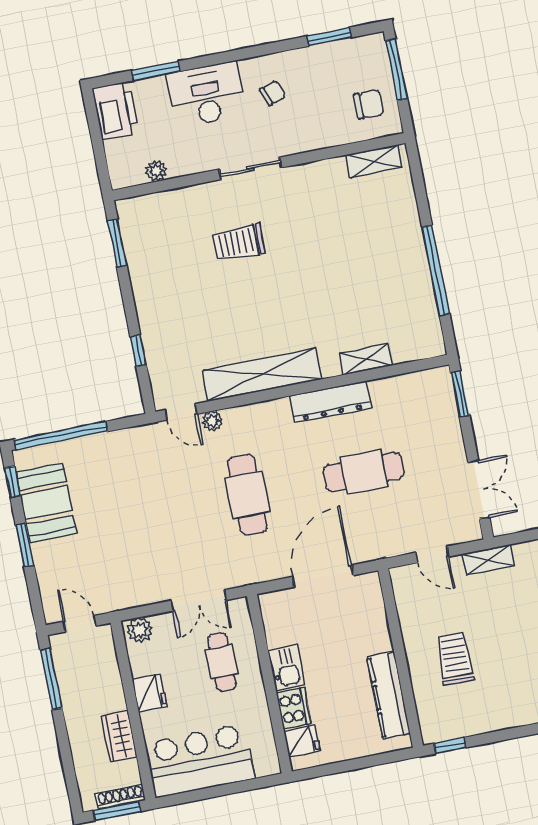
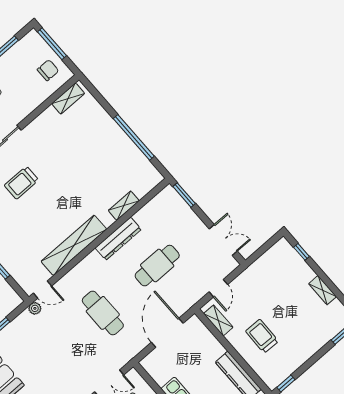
plant: (212, 421) -> (35, 308), moved
door: (432, 555) -> (218, 288), hinge flipped
shelving: (488, 560) -> (218, 320), moved, turned 90

